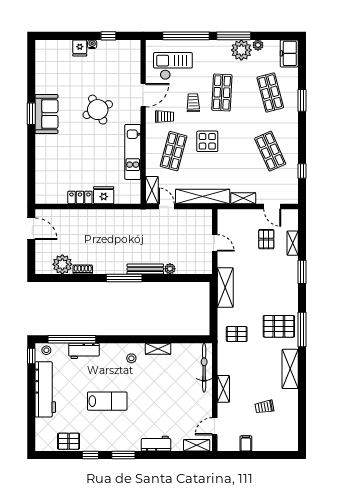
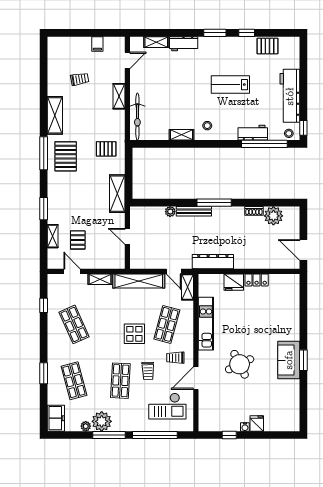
dresser: (126, 217) -> (213, 262), added
pallet: (279, 326) -> (66, 156), turned 90
shelving: (197, 445) -> (156, 42), moved

